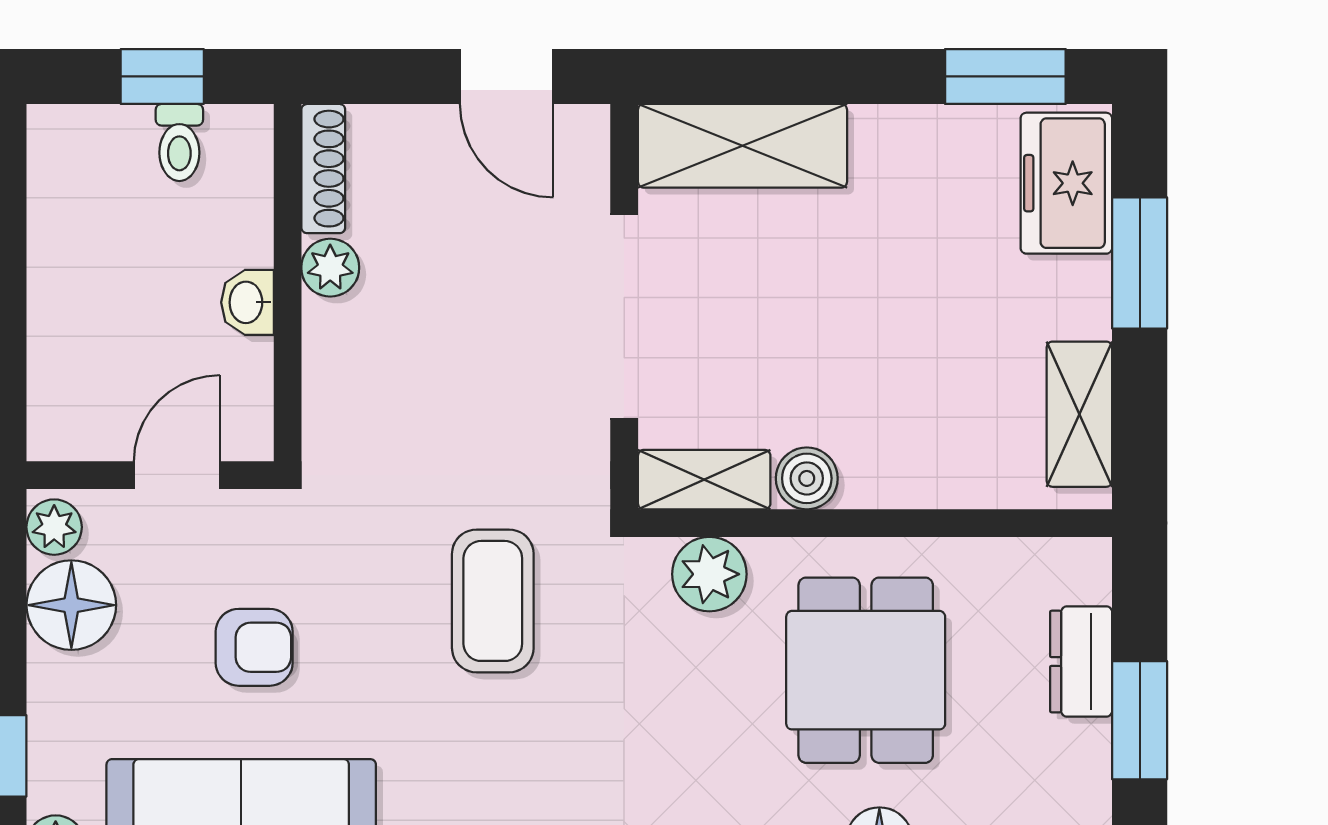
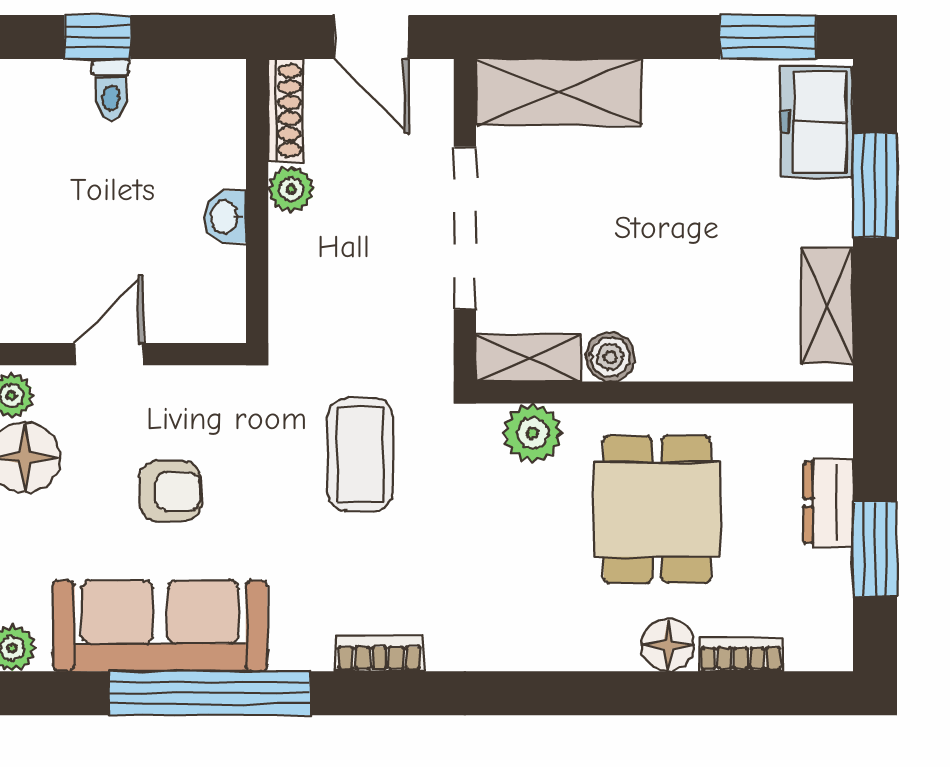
shoe rack: (323, 169) -> (286, 110), moved
plant: (330, 268) -> (291, 189), moved
wall: (288, 283) -> (257, 201), moved
washbasin: (247, 302) -> (225, 217), moved

